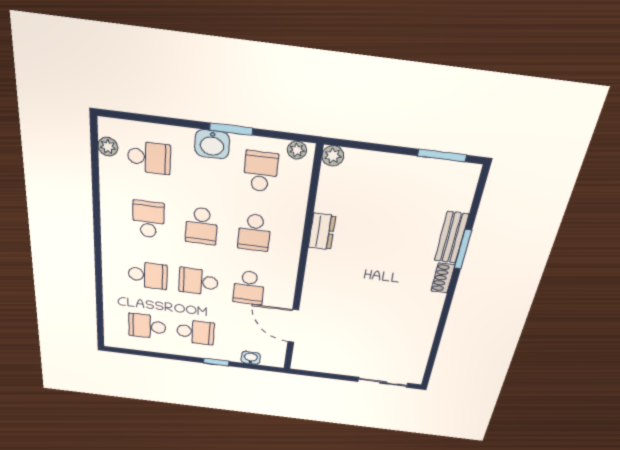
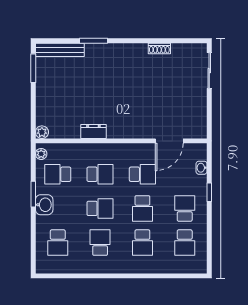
plant: (108, 147) -> (54, 268), removed
school desk: (149, 158) -> (58, 243), turned 180
school desk: (148, 219) -> (100, 243), turned 90
bench: (451, 237) -> (60, 50), moved, width x1.36
school desk: (148, 275) -> (142, 243), turned 180
shoe rack: (443, 278) -> (159, 48), moved

